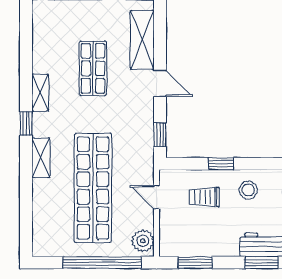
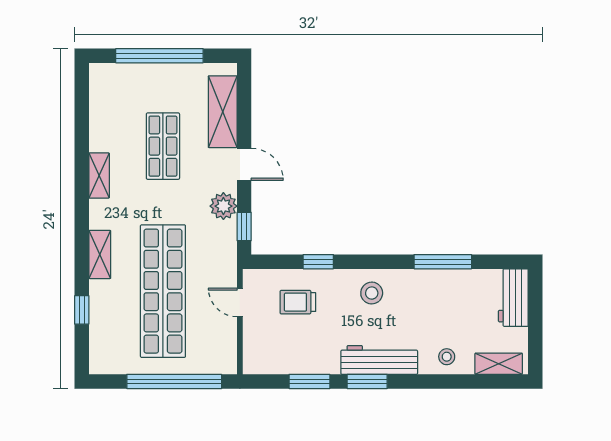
window: (26, 124) -> (82, 310), moved
stool: (248, 190) -> (372, 293), moved
plant: (143, 241) -> (223, 206), moved
window: (195, 263) -> (309, 381), moved

